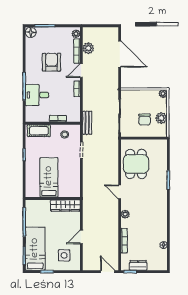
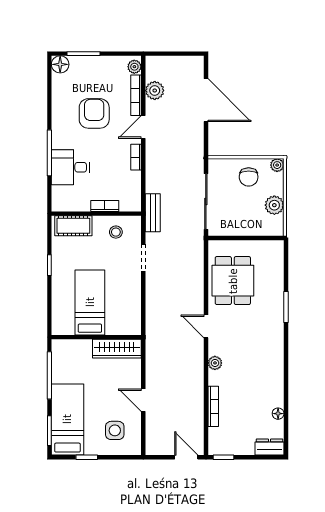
chair: (145, 120) -> (249, 177), moved
door: (81, 237) -> (143, 400), hinge flipped
dresser: (138, 265) -> (270, 447), moved

